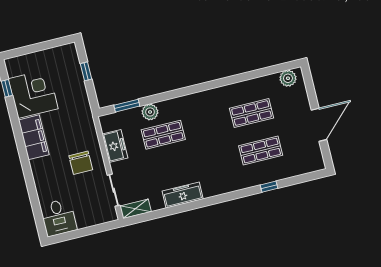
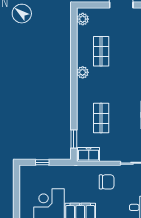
plant: (150, 112) -> (83, 72), moved
freezer: (115, 146) -> (89, 155), moved
shop shelf: (261, 151) -> (129, 51), removed

